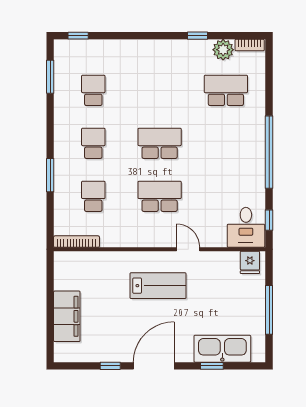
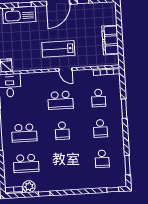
school desk: (160, 143) -> (62, 131), width x0.54
school desk: (226, 143) -> (24, 133), added
door: (188, 249) -> (65, 69), moved
filing cabinet: (67, 316) -> (110, 40), moved

